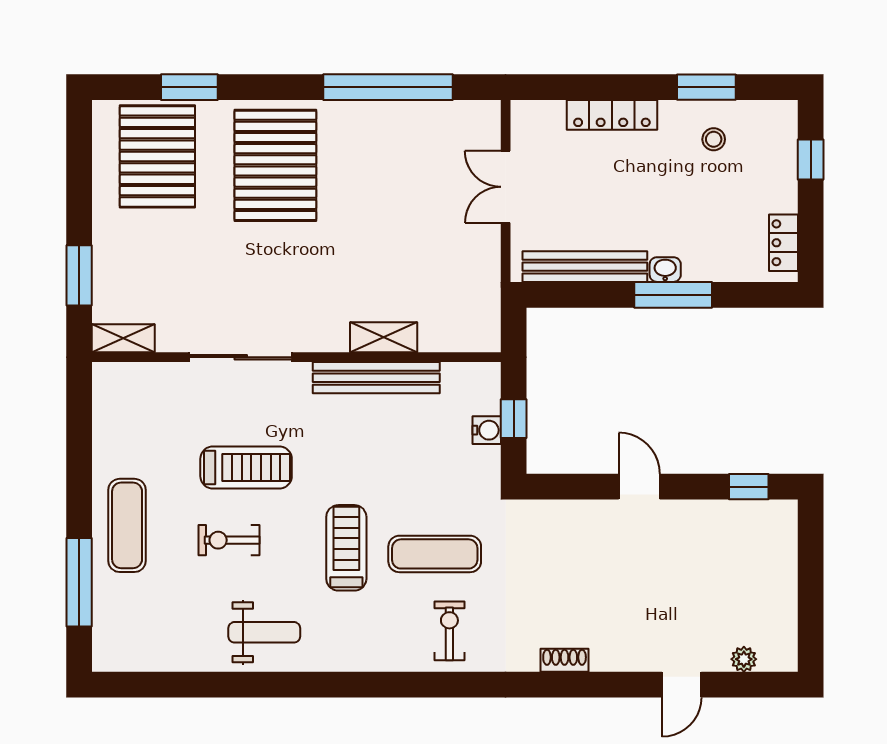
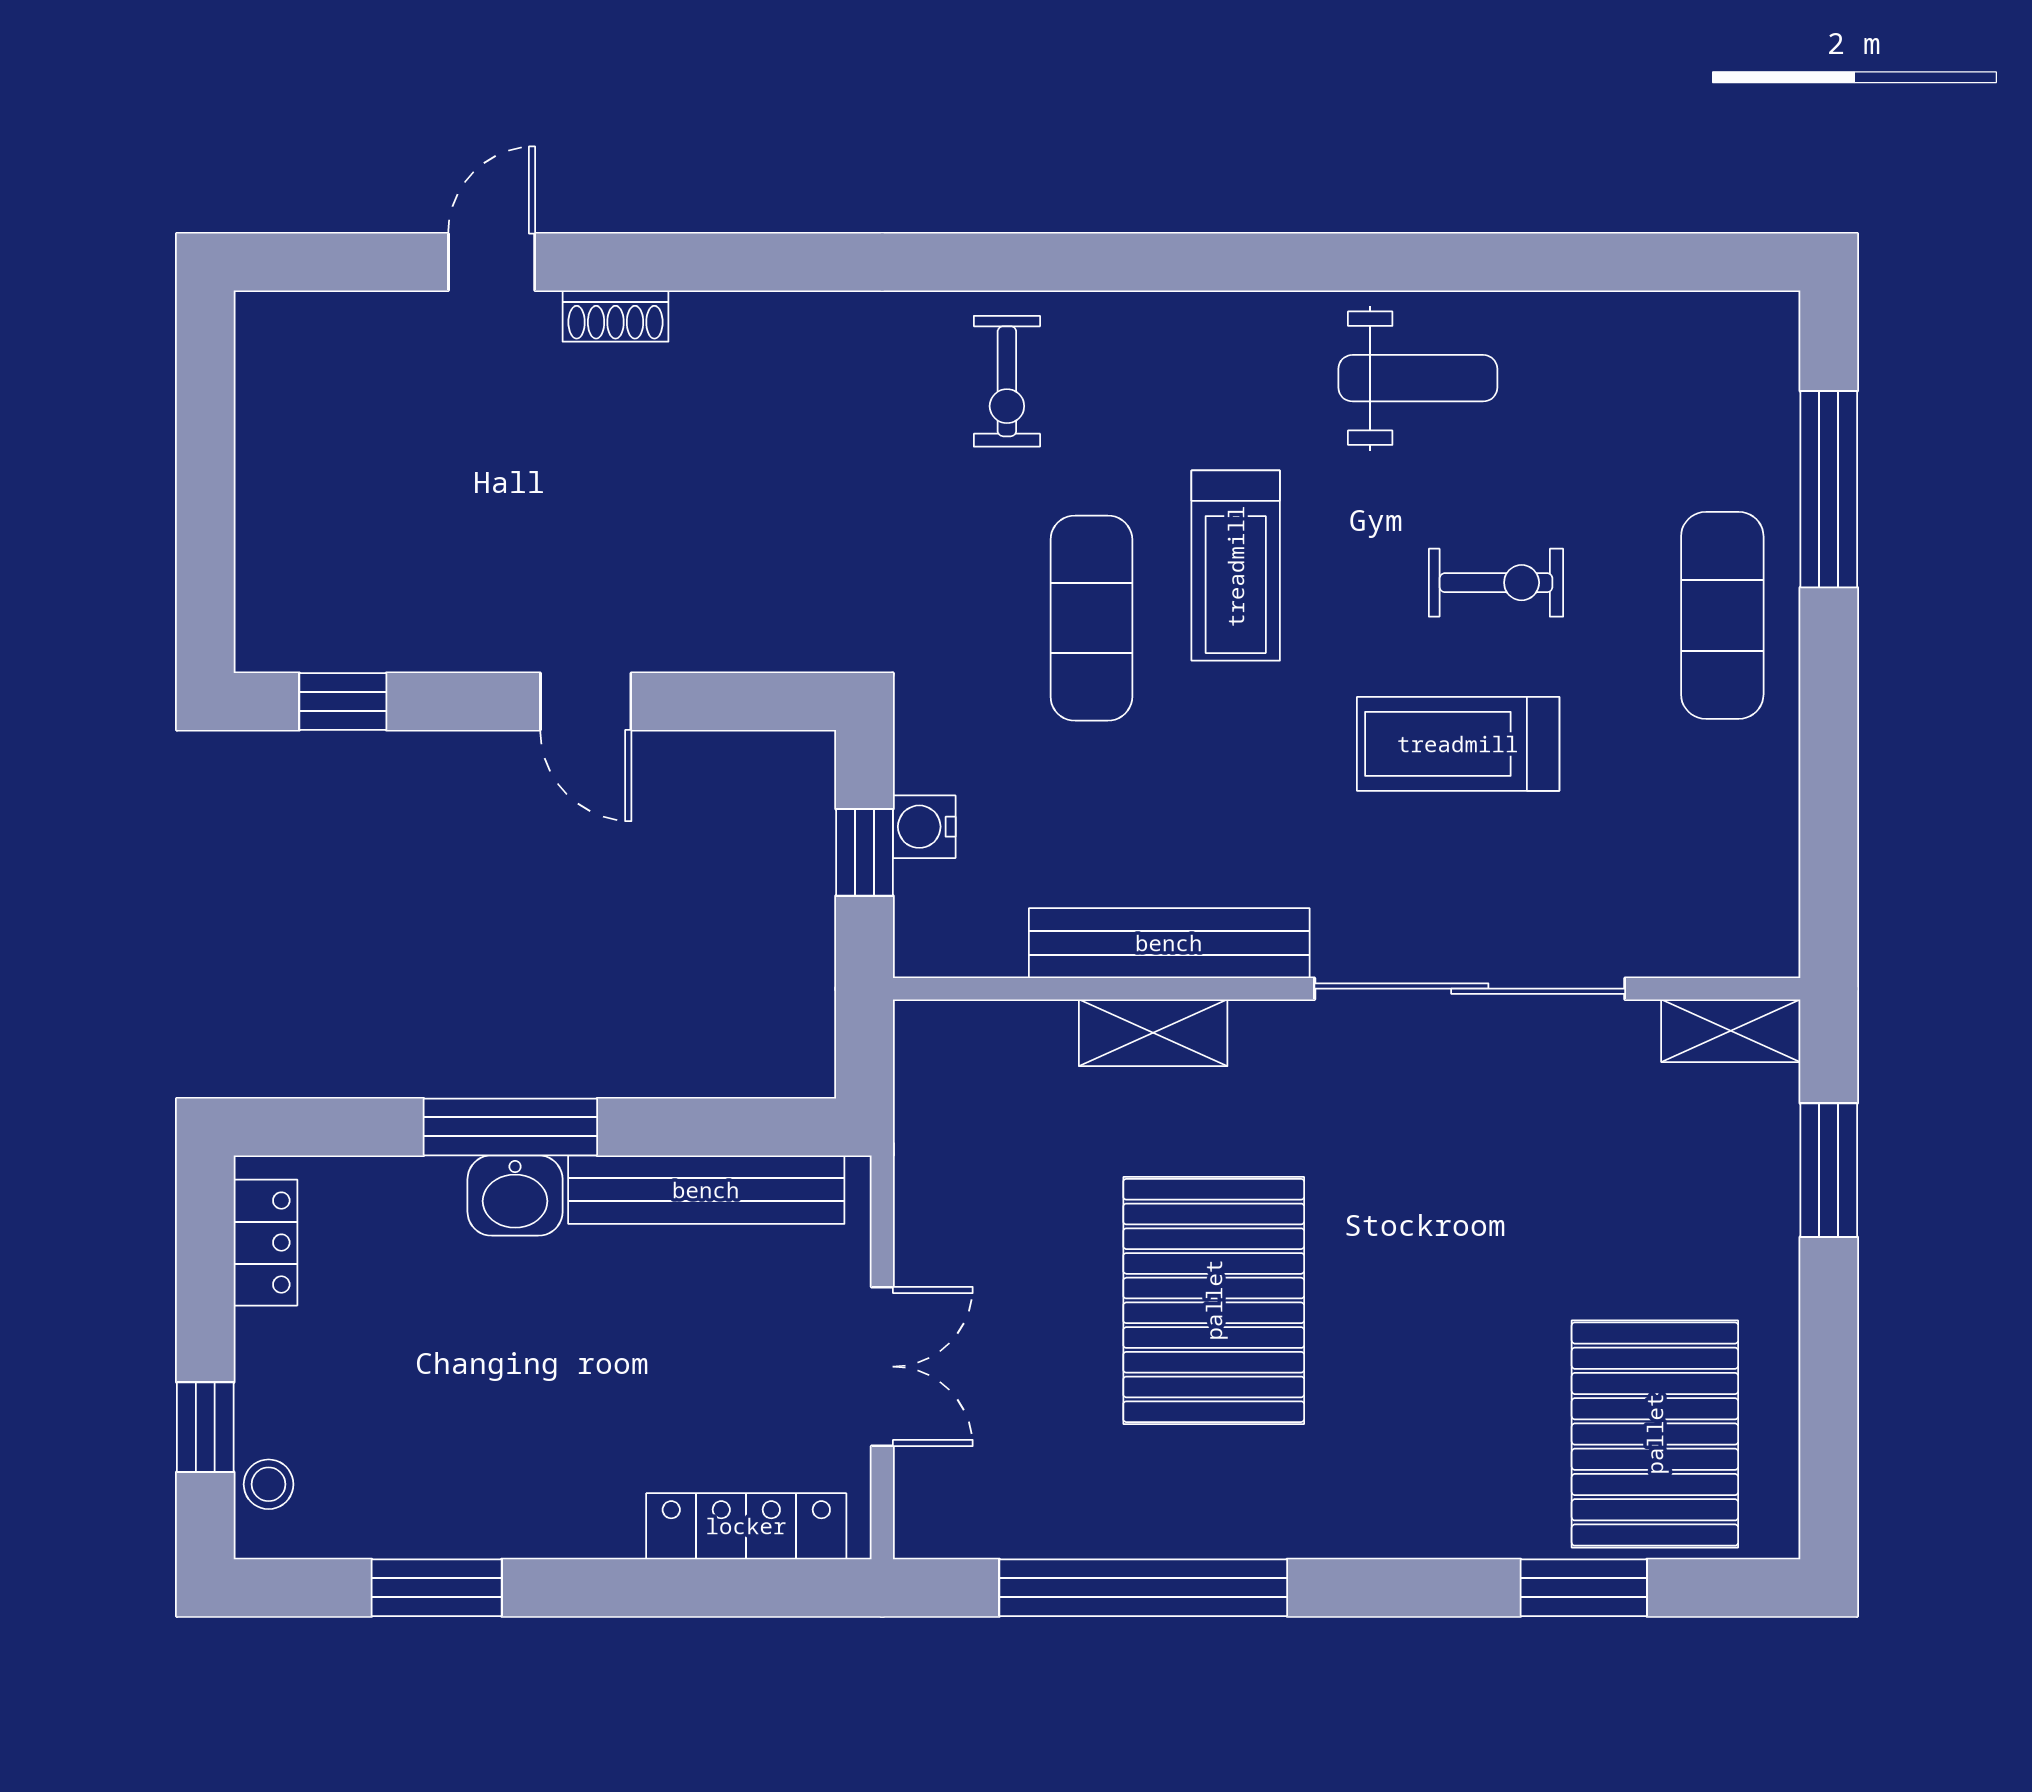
locker: (612, 115) -> (746, 1526), moved
stool: (714, 139) -> (269, 1484), moved
pallet: (275, 165) -> (1214, 1300), moved
washbasin: (665, 270) -> (515, 1196), width x1.38, depth x1.45
sliding door: (241, 357) -> (1470, 989), width x1.36
exercise mat: (435, 554) -> (1091, 618), moved, turned 90
weight bench: (264, 632) -> (1418, 378), turned 180
plant: (744, 659) -> (354, 318), removed
shoe rack: (565, 660) -> (616, 316), moved

